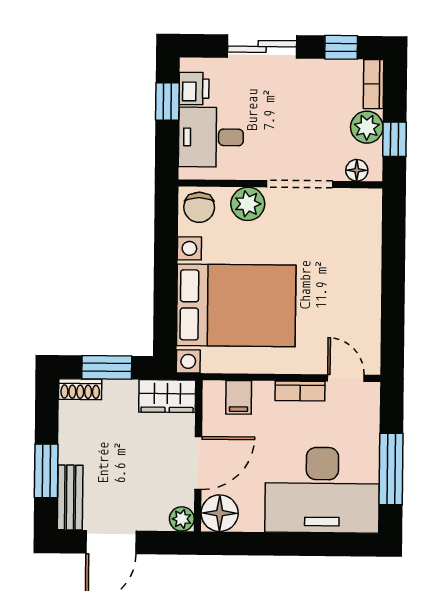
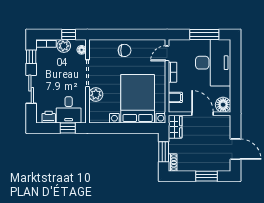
window: (167, 102) -> (68, 128), moved
chair: (199, 207) -> (125, 50), moved
bench: (70, 497) -> (217, 166), removed
plant: (182, 519) -> (226, 120), removed

